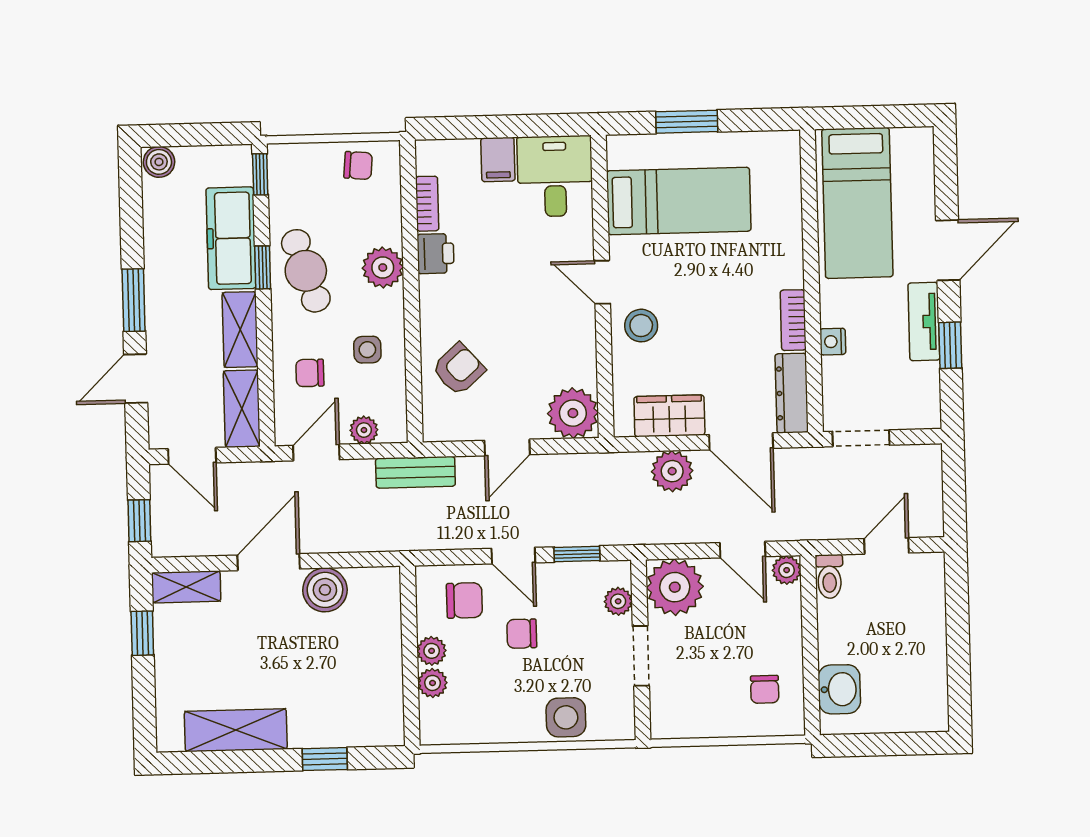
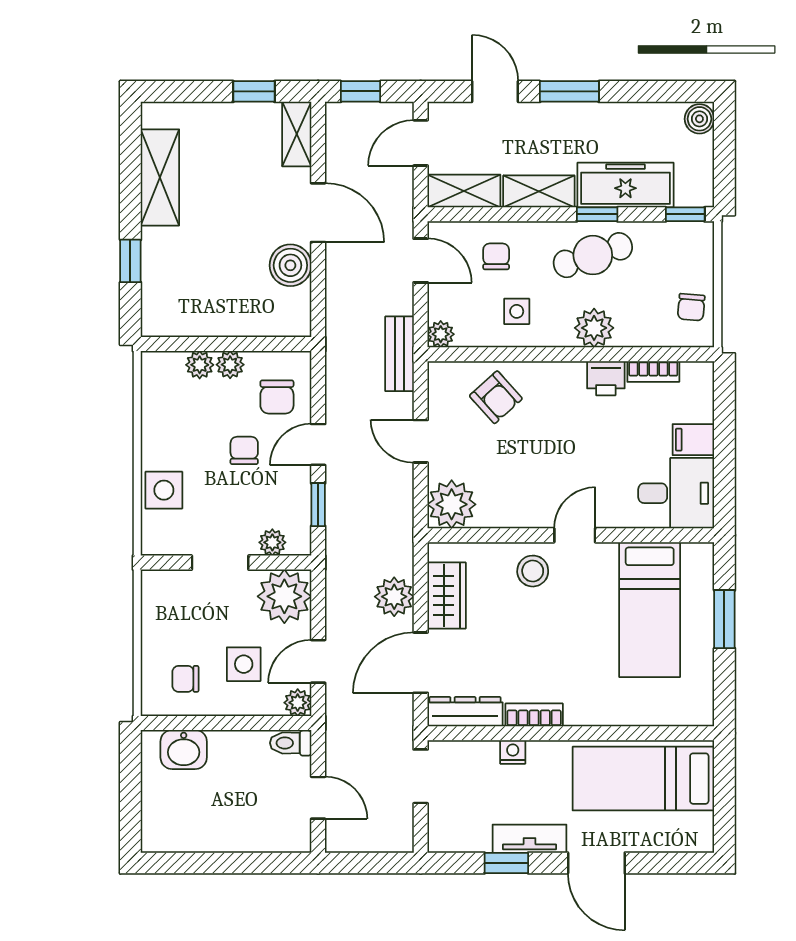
plant: (364, 430) -> (441, 334), moved
side table: (748, 628) -> (244, 664), added

